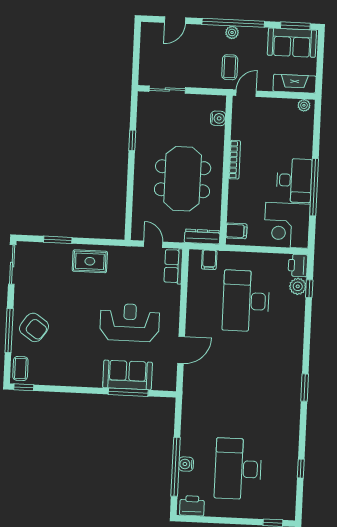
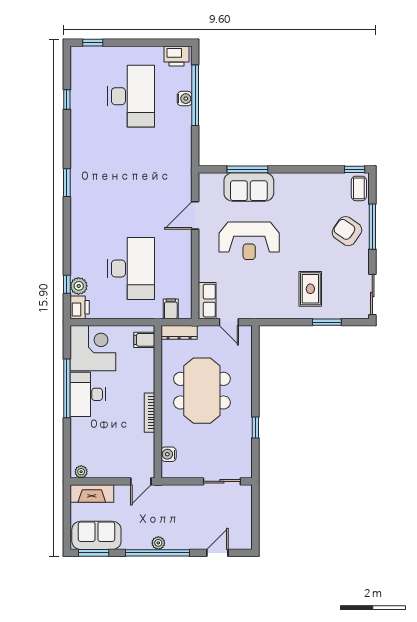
coffee table: (230, 67) -> (159, 507), removed
rug: (90, 261) -> (310, 289), moved, turned 90

